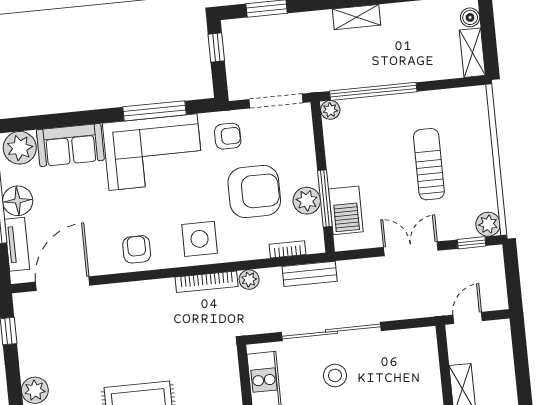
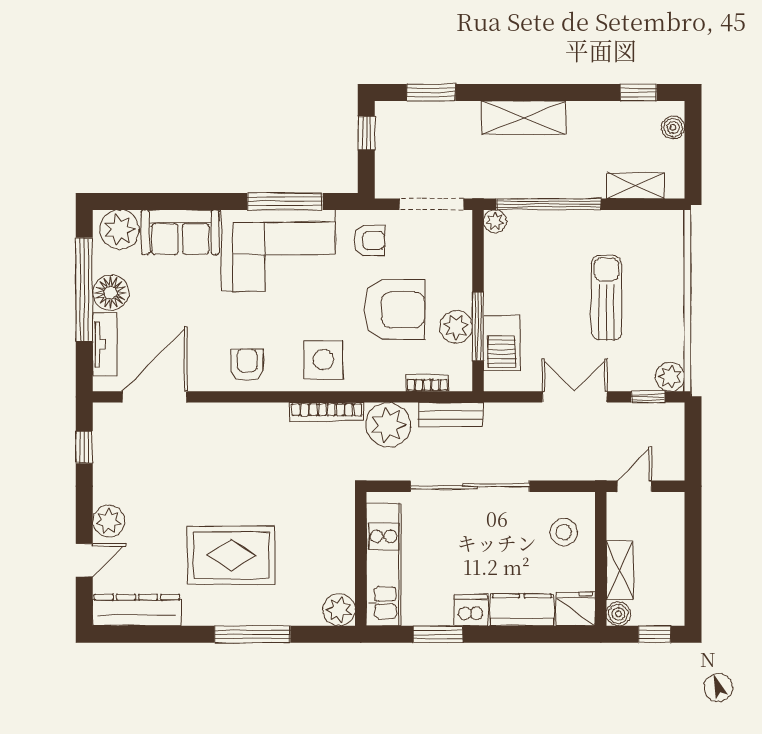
shelving: (356, 17) -> (523, 118), width x1.50, depth x1.33
shelving: (472, 53) -> (635, 186), moved, turned 90
plant: (249, 280) -> (388, 425), width x1.88, depth x1.88
stool: (335, 375) -> (564, 532), moved

